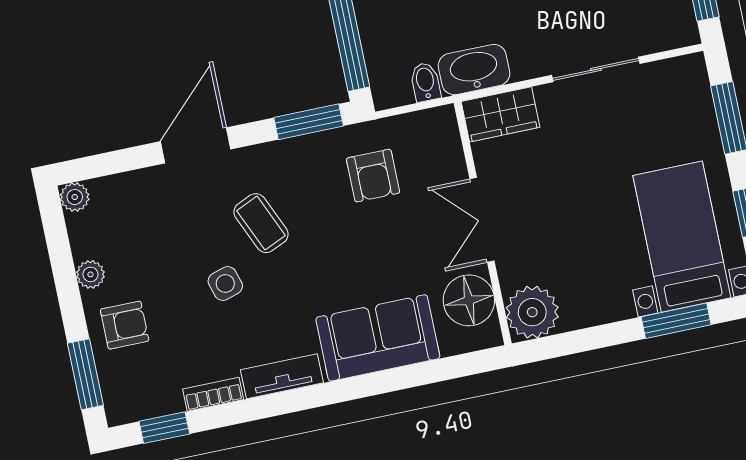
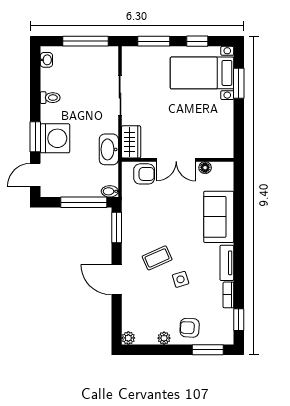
bidet: (425, 82) -> (110, 191), moved
armchair: (373, 176) -> (144, 174), moved
floor lamp: (469, 300) -> (205, 168), width x0.53, depth x0.53
plant: (532, 312) -> (222, 146), removed
armchair: (125, 325) -> (190, 328), turned -87

